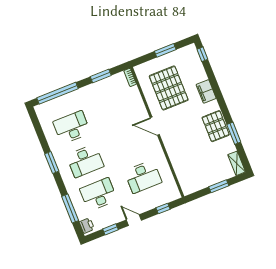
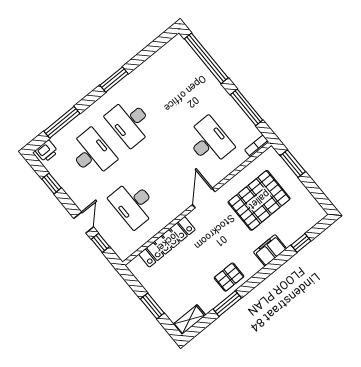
window: (165, 50) -> (293, 164), moved
window: (202, 54) -> (301, 243), moved
window: (101, 76) -> (247, 107), width x1.44
pallet: (216, 126) -> (229, 277), width x0.67, depth x0.71
desk: (72, 127) -> (209, 141), moved
locker: (177, 162) -> (167, 242), added
door: (134, 220) -> (84, 223), moved

